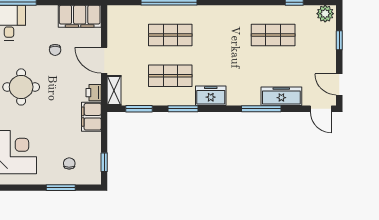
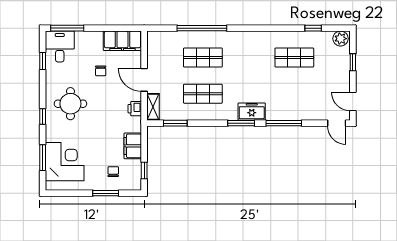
freezer: (211, 96) -> (252, 112), moved
freezer: (281, 96) -> (302, 112), removed
window: (183, 109) -> (241, 123), moved
filing cabinet: (91, 117) -> (133, 146), moved

